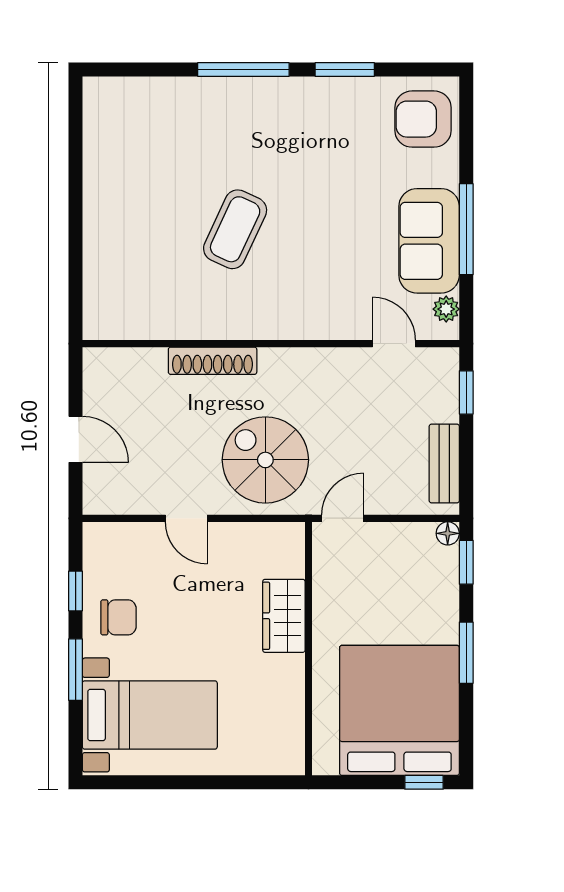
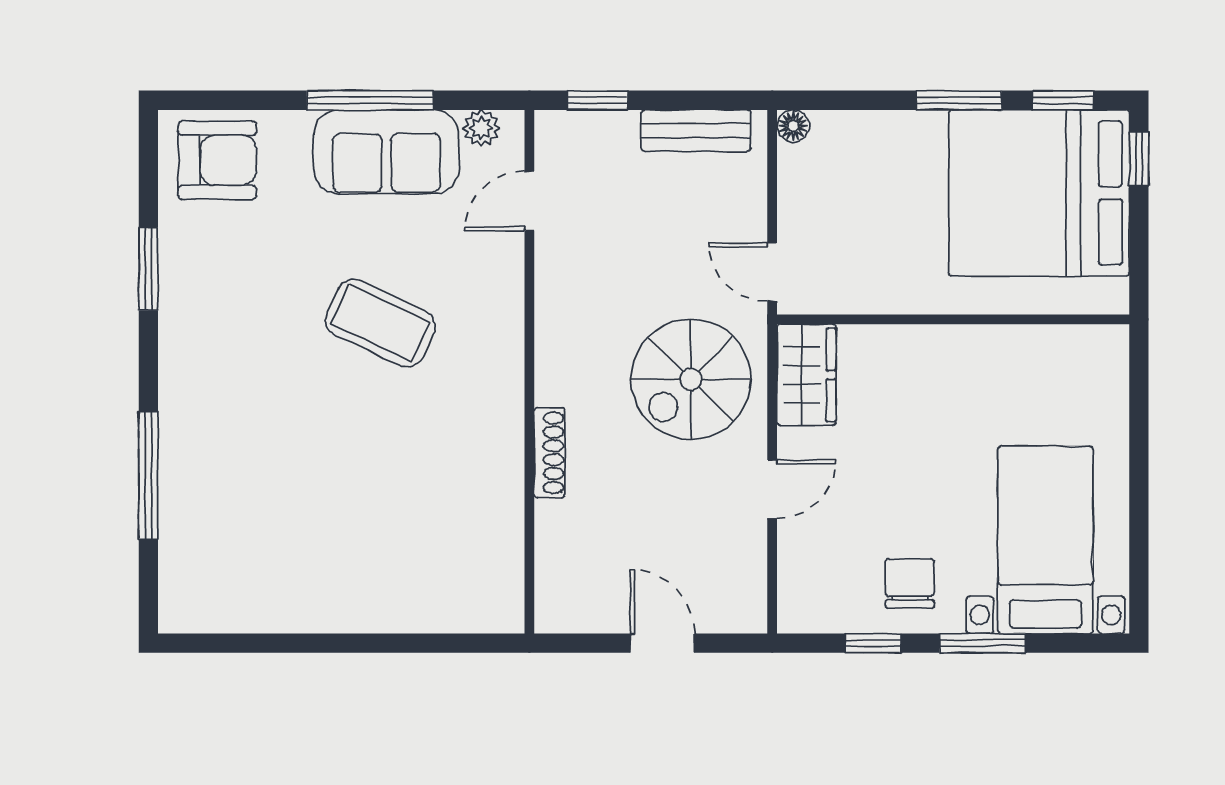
window: (243, 69) -> (148, 475), moved
armchair: (423, 119) -> (217, 160), turned -90
coffee table: (235, 229) -> (380, 323), moved
shoe rack: (213, 361) -> (549, 453), width x0.74, depth x0.81
door: (76, 439) -> (662, 643), hinge flipped
window: (466, 562) -> (1063, 100), moved
wardrobe: (284, 616) -> (806, 375), moved, turned -90

